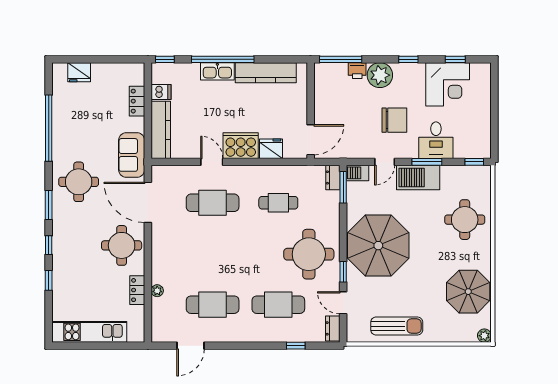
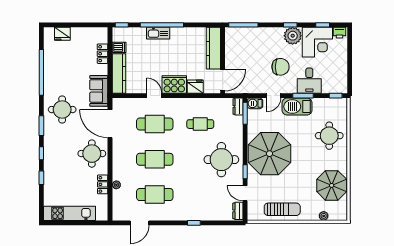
printer: (357, 71) -> (339, 33), moved
kitchen counter: (266, 73) -> (213, 48), moved, turned 90
plant: (380, 75) -> (293, 36), moved
cafe table: (278, 305) -> (155, 159), moved
plant: (484, 336) -> (324, 216), moved
window: (296, 346) -> (194, 223), moved

